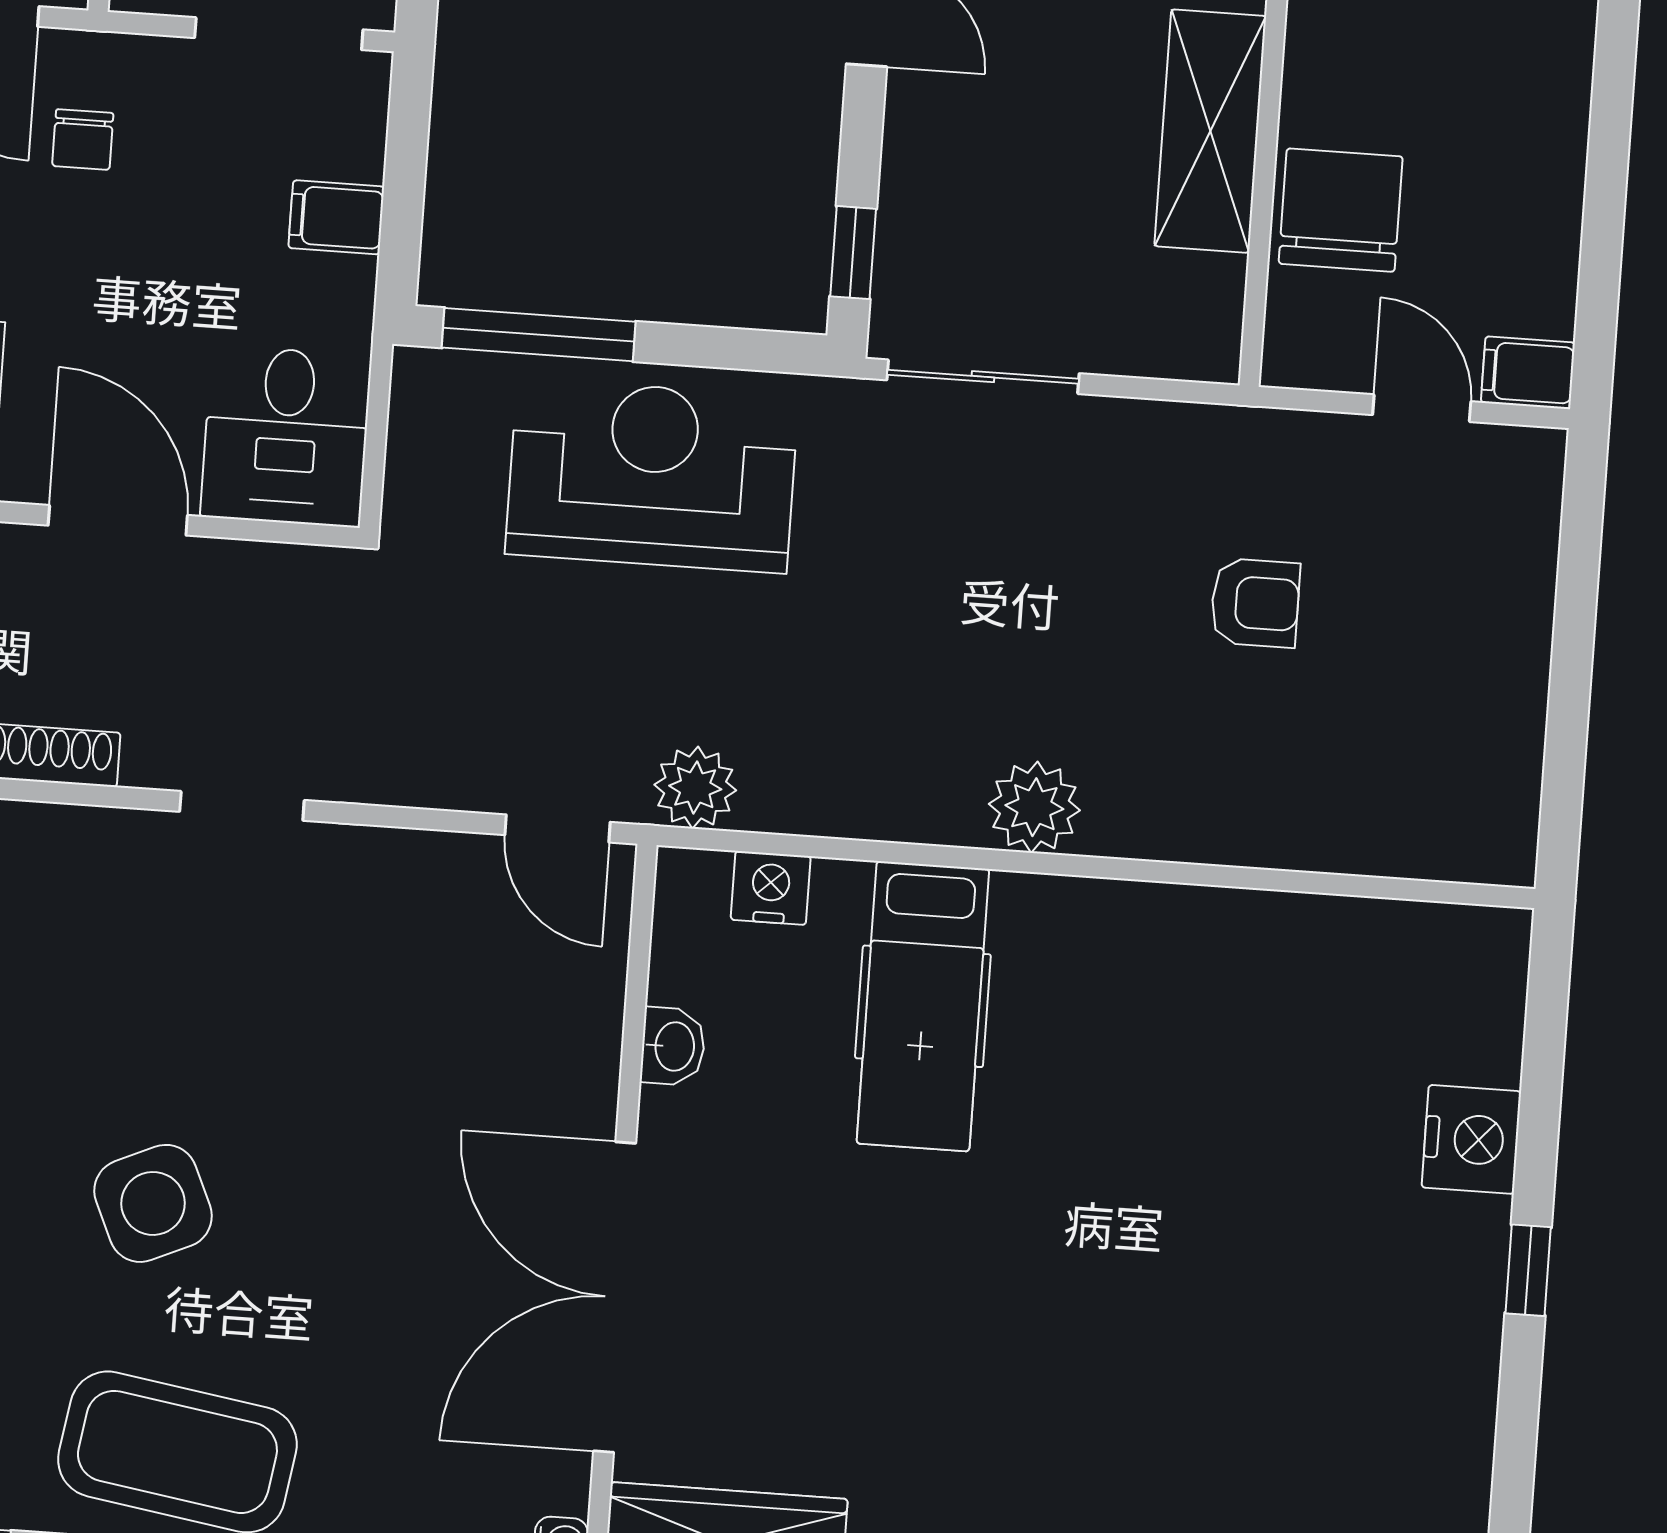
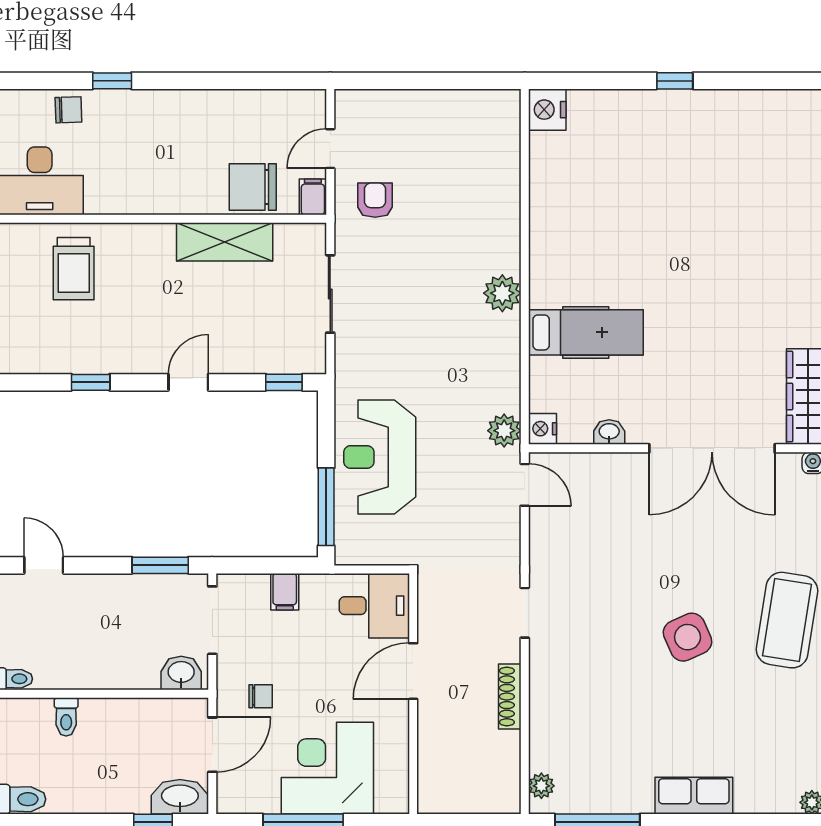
filing cabinet: (1528, 373) -> (313, 197), moved, turned 180
sliding door: (983, 377) -> (330, 294), moved
armchair: (1255, 603) -> (375, 200), moved
door: (558, 829) -> (525, 485), hinge flipped
nightstand: (771, 888) -> (543, 429), moved
nightstand: (1471, 1139) -> (547, 110), moved, turned -90

